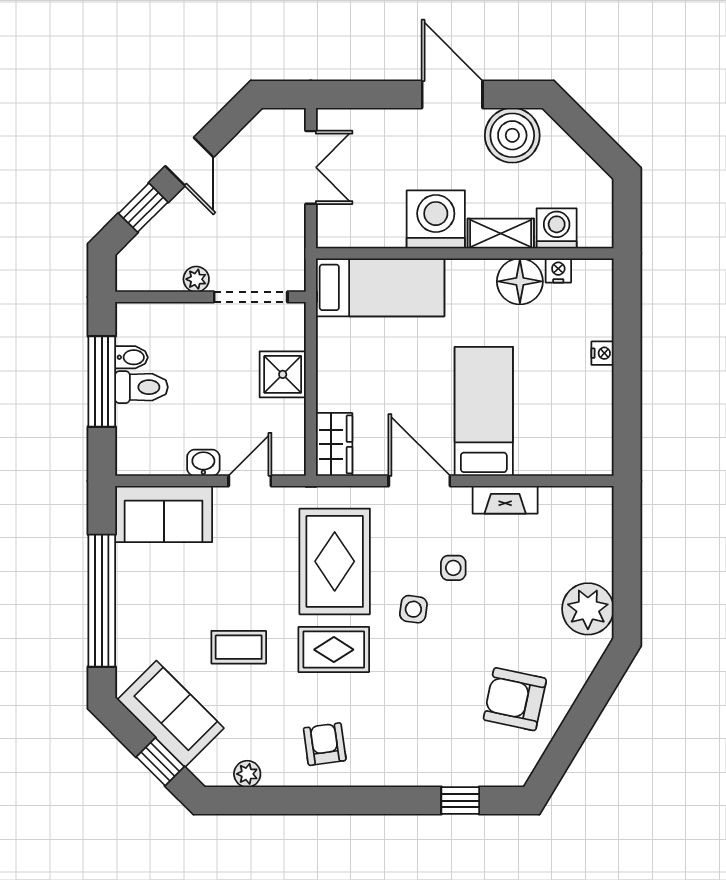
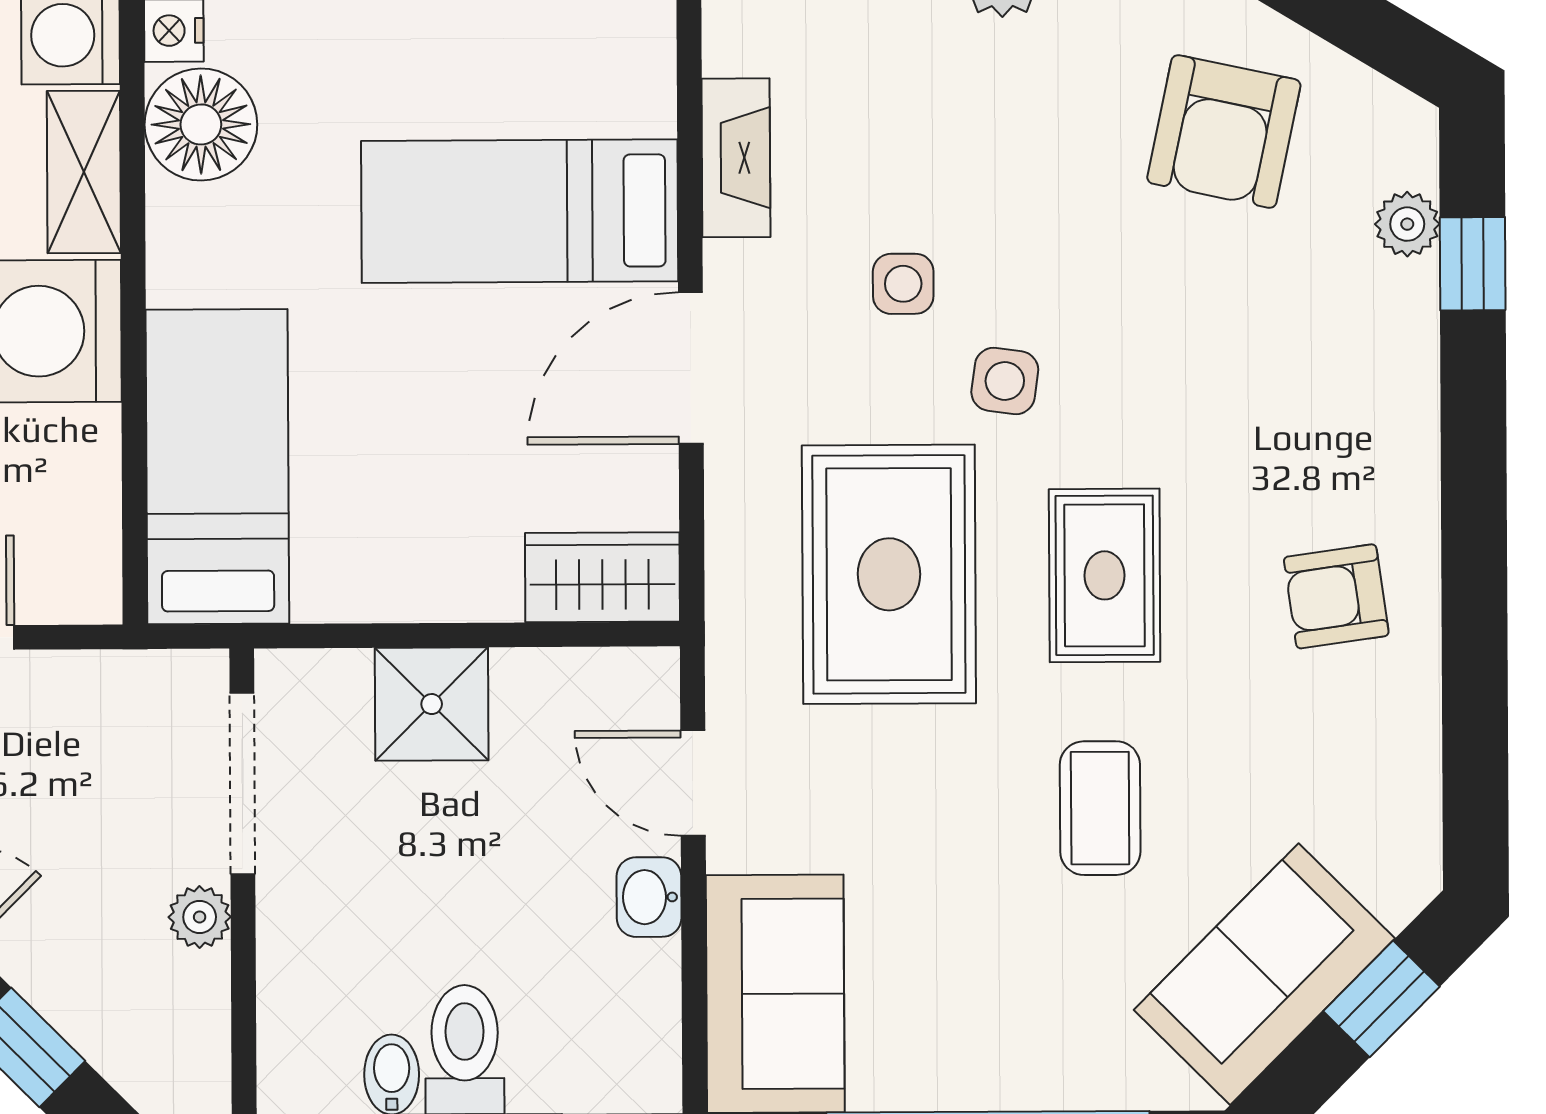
rug: (335, 561) -> (889, 574), turned 90
plant: (247, 774) -> (1407, 224), moved

